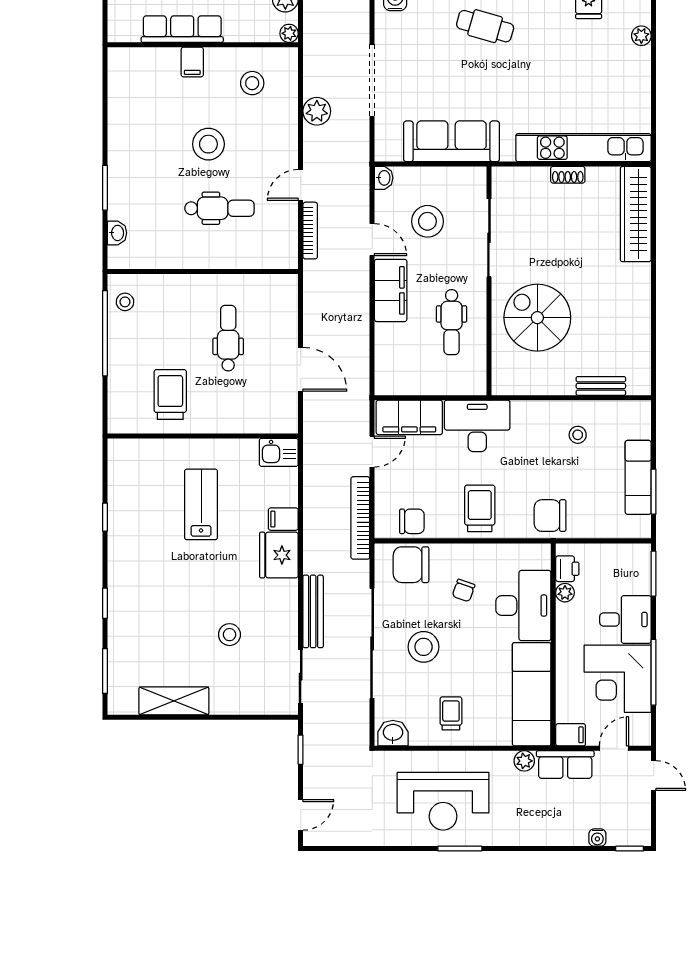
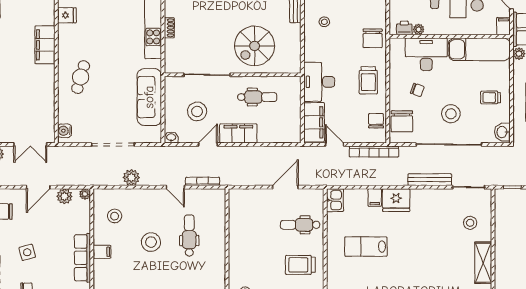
dental chair: (228, 338) -> (300, 225), moved
trolley: (480, 508) -> (368, 80), turned -90
stool: (229, 635) -> (470, 223), moved

